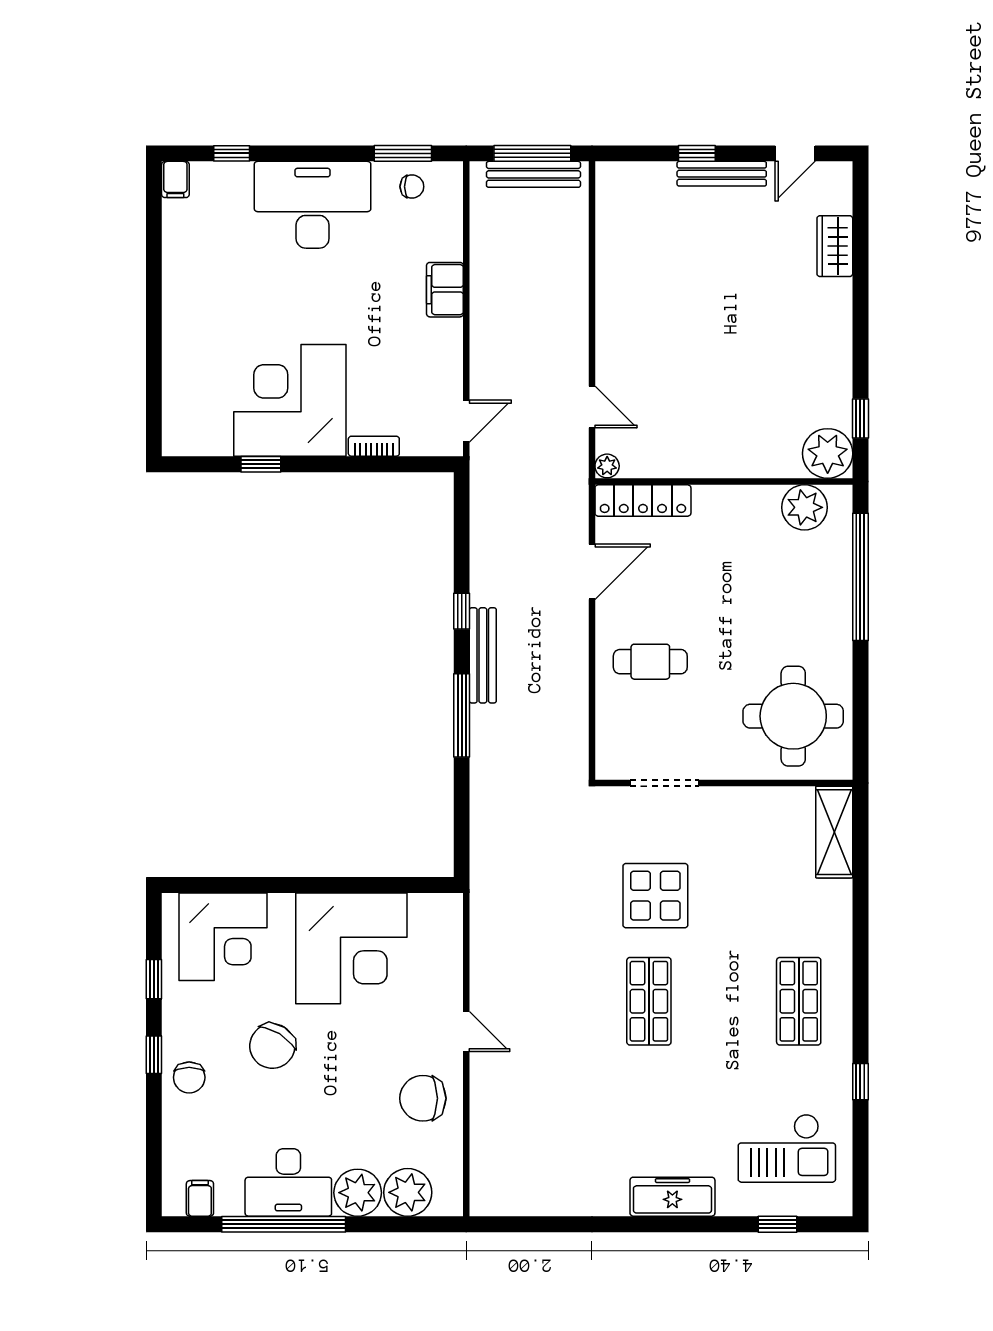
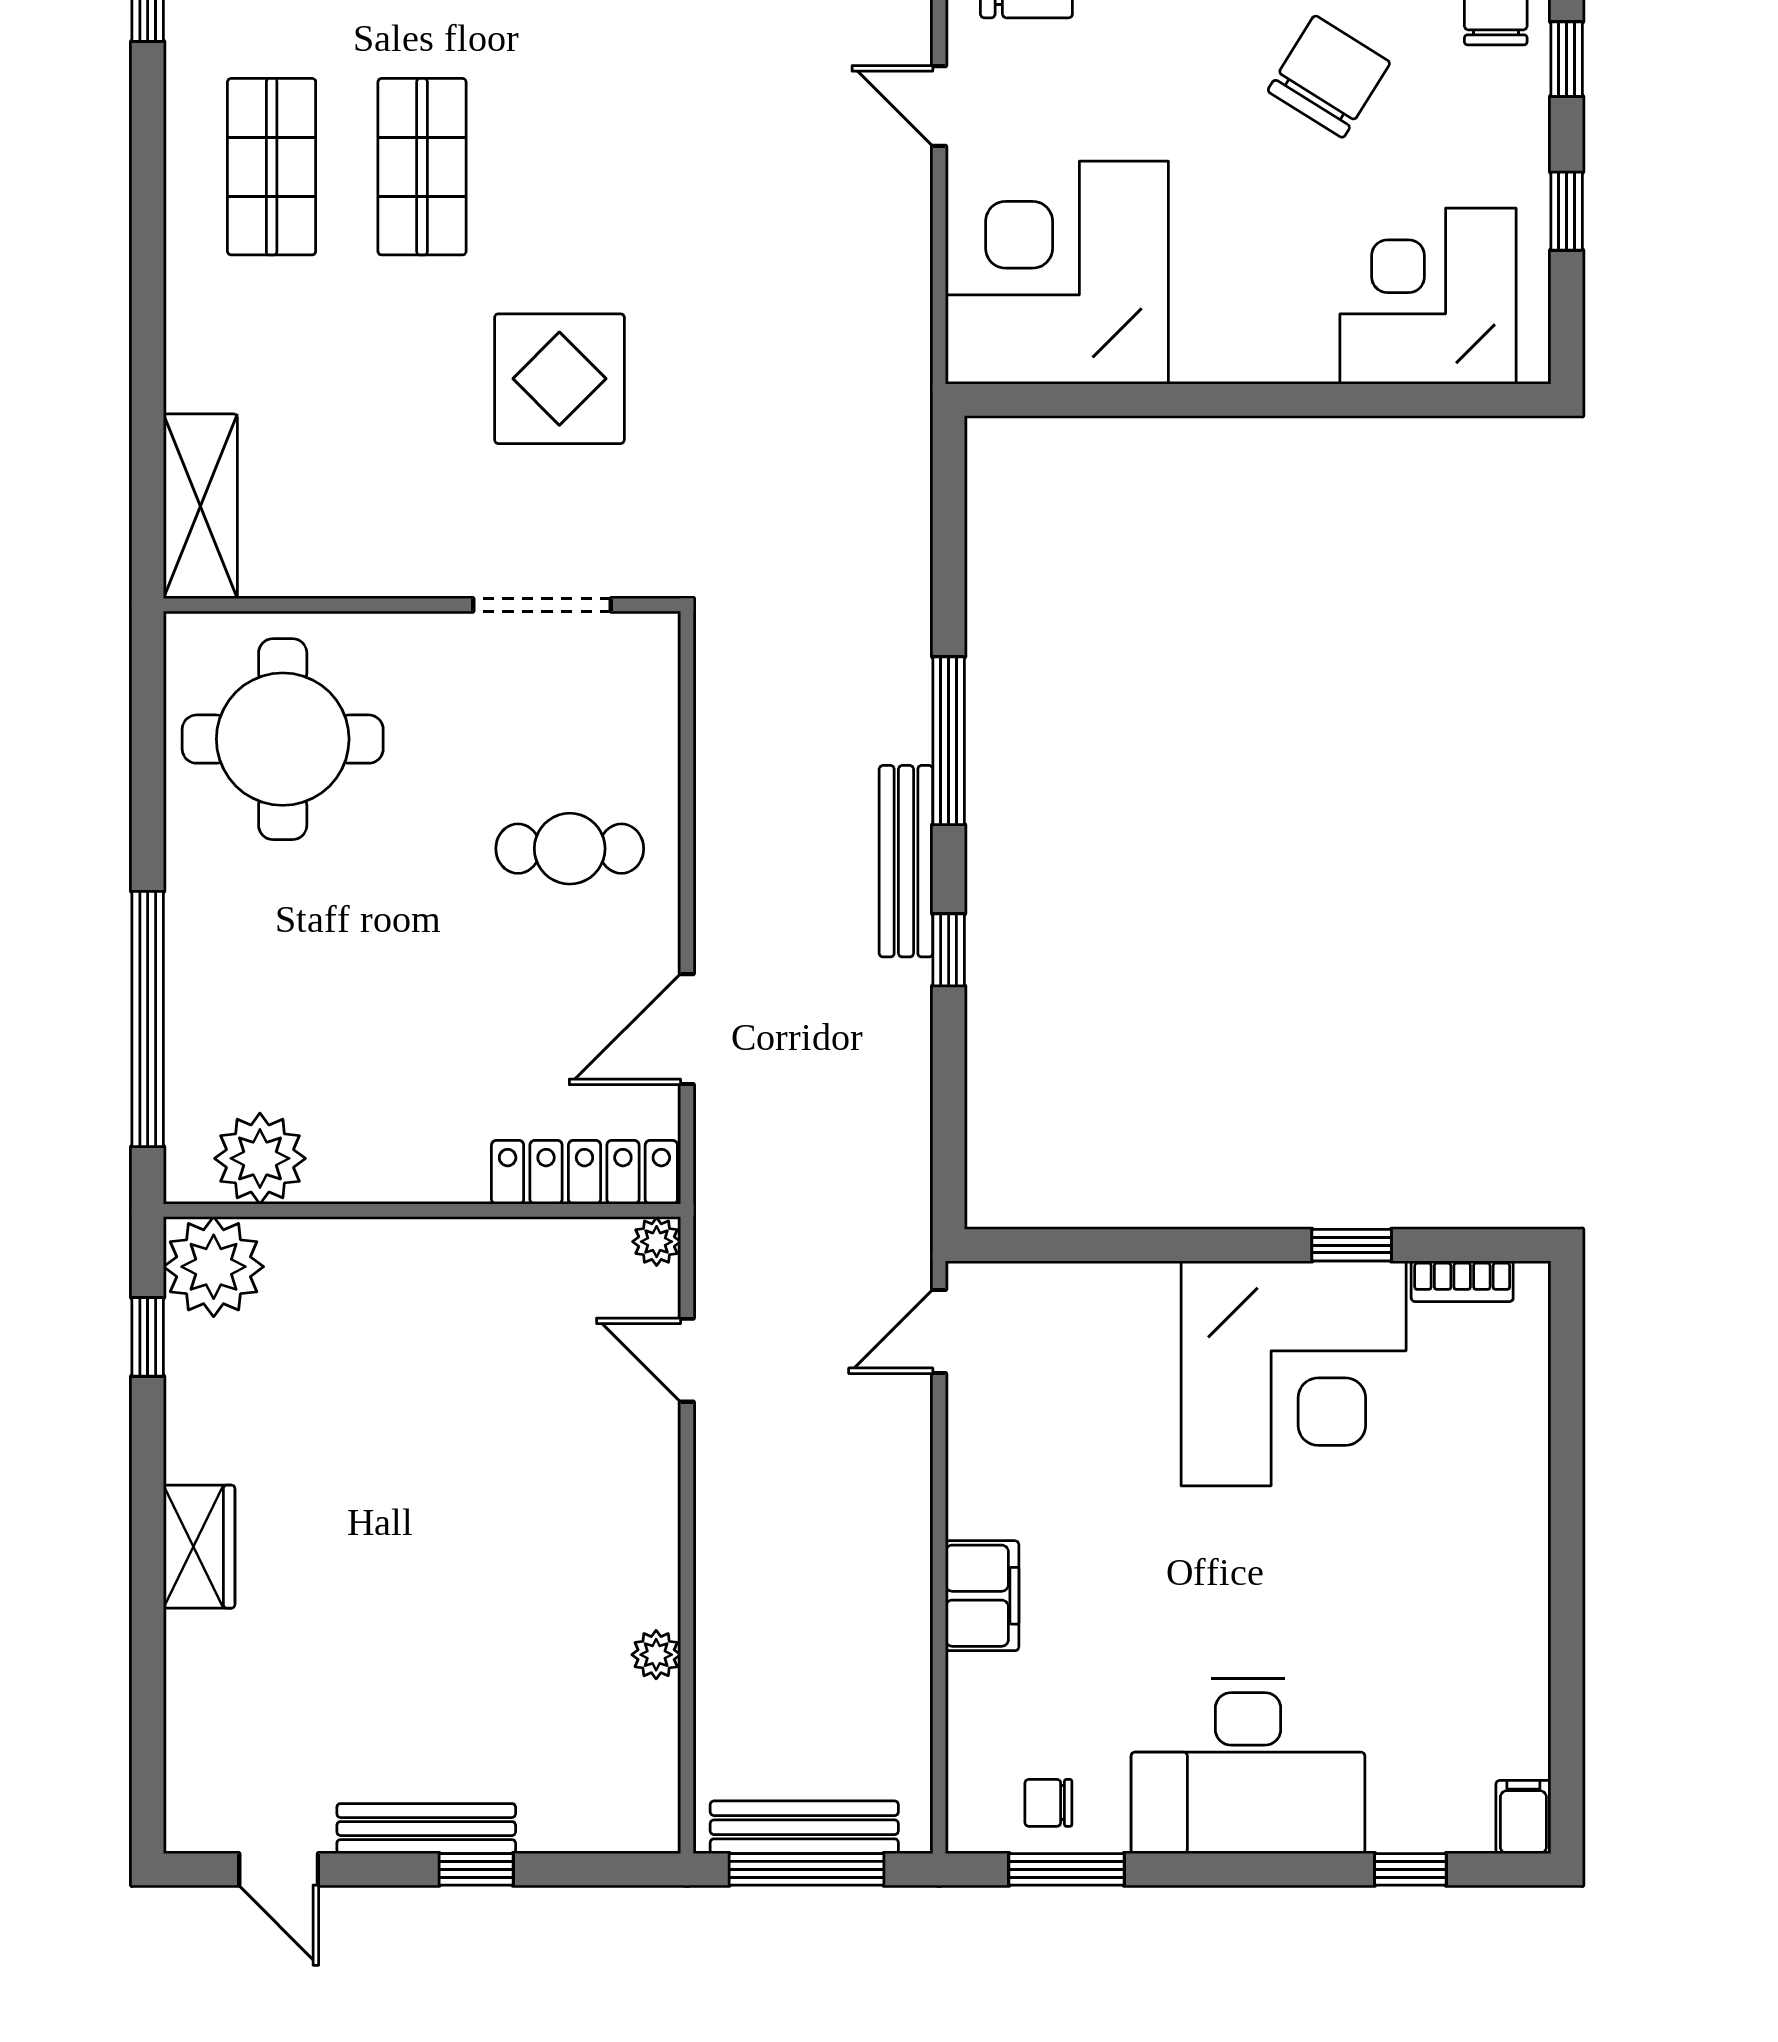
door: (795, 153) -> (279, 1869), swing flipped
wardrobe: (835, 246) -> (199, 1547), moved
plant: (607, 260) -> (656, 1655), added
bookcase: (374, 446) -> (1462, 1281), moved
corner desk: (351, 948) -> (1057, 273), moved
shop shelf: (649, 1001) -> (422, 167), moved

